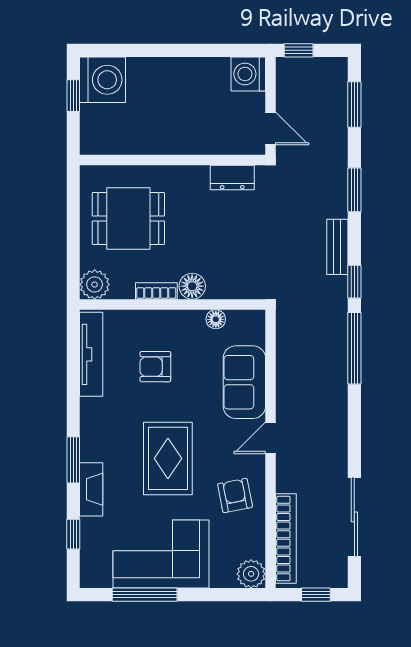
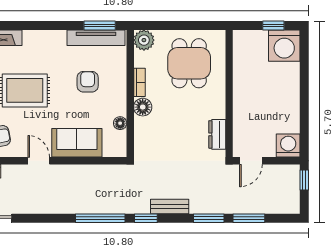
window: (354, 105) -> (249, 218), moved
window: (73, 460) -> (100, 26), moved

